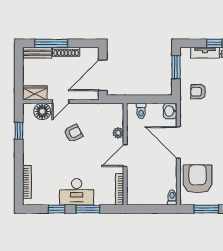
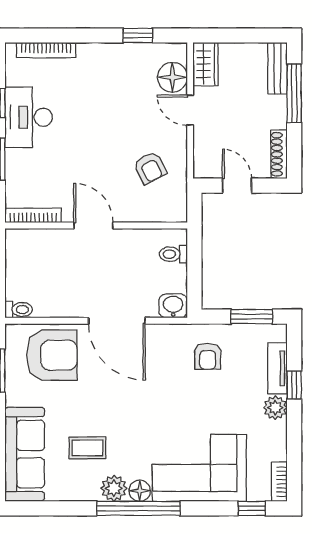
shoe rack: (66, 52) -> (279, 154), moved
door: (103, 75) -> (237, 186), width x0.53
armchair: (198, 92) -> (208, 356), turned 180
armchair: (73, 133) -> (150, 168), moved
plant: (118, 133) -> (134, 213), removed
door: (178, 143) -> (117, 321), swing flipped
desk: (77, 192) -> (29, 117), moved

